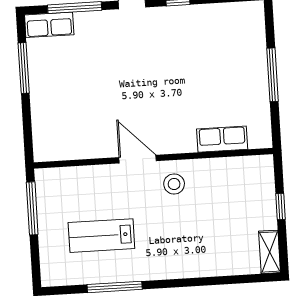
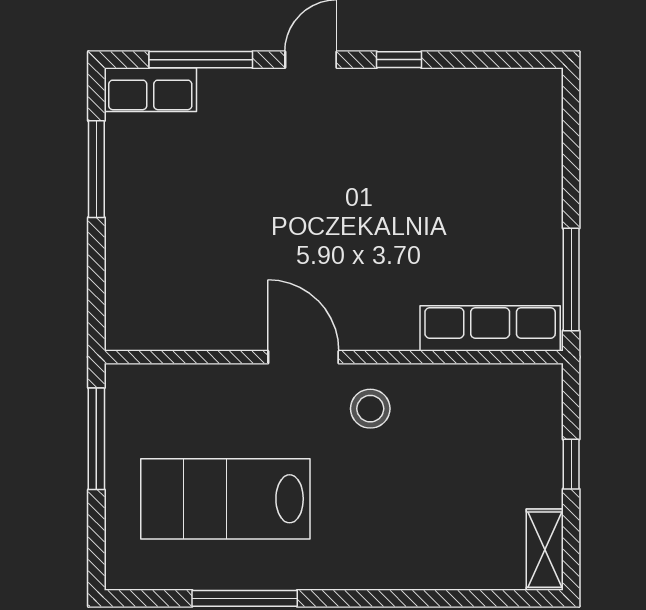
window: (272, 75) -> (571, 280), moved
row of seats: (222, 139) -> (490, 328), width x1.48
lab bench: (101, 236) -> (225, 499), width x1.36, depth x1.39

